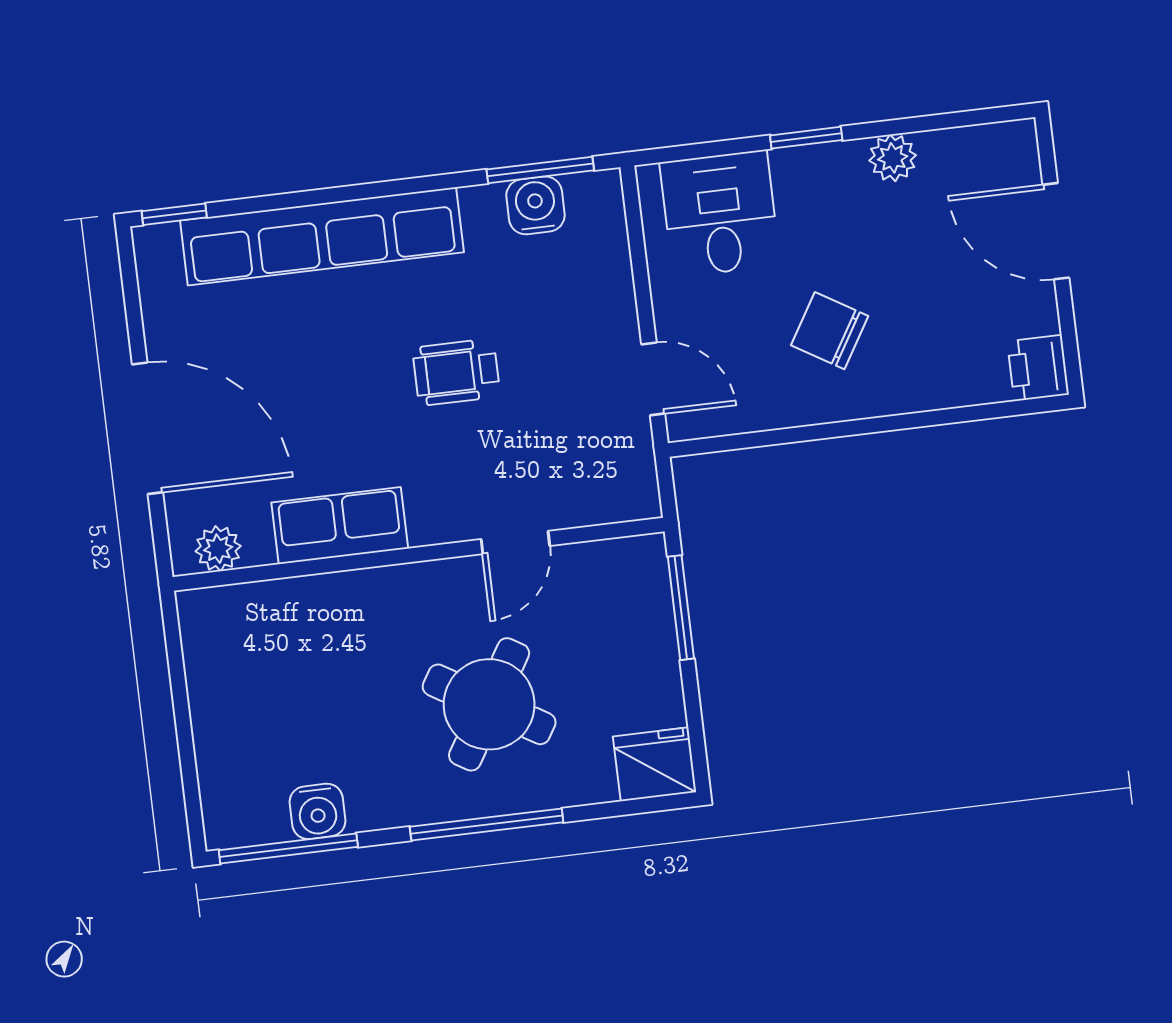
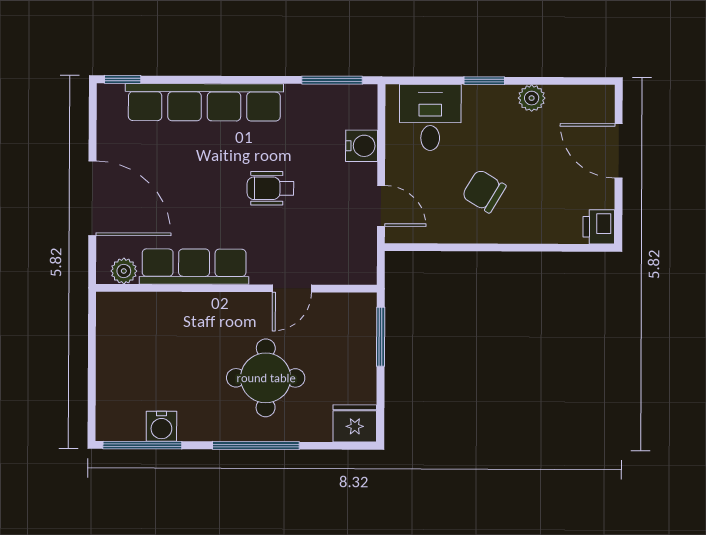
water cooler: (535, 205) -> (362, 146), moved, turned 90
row of seats: (340, 526) -> (194, 267), width x1.48
round table: (489, 704) -> (266, 378), turned -31

